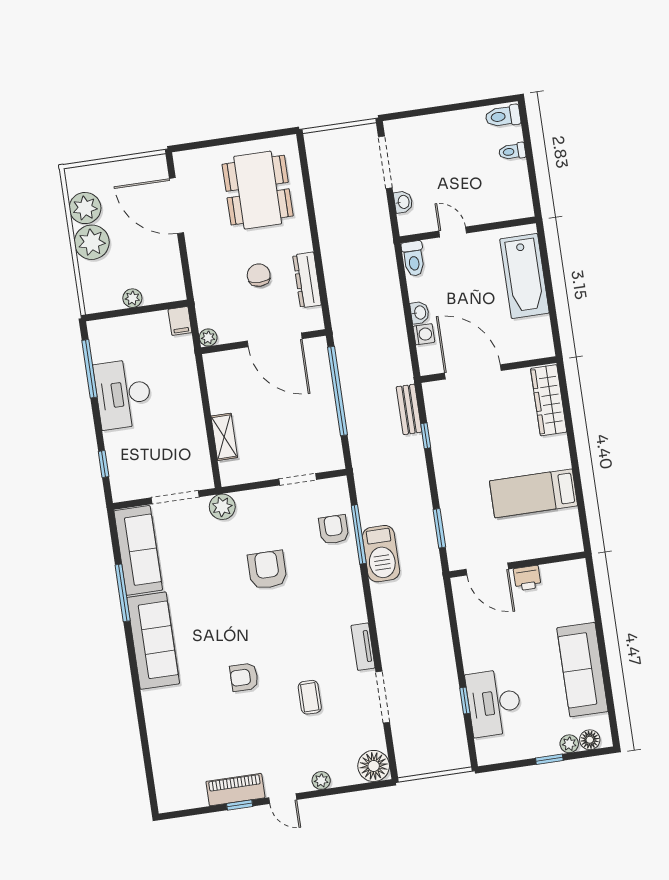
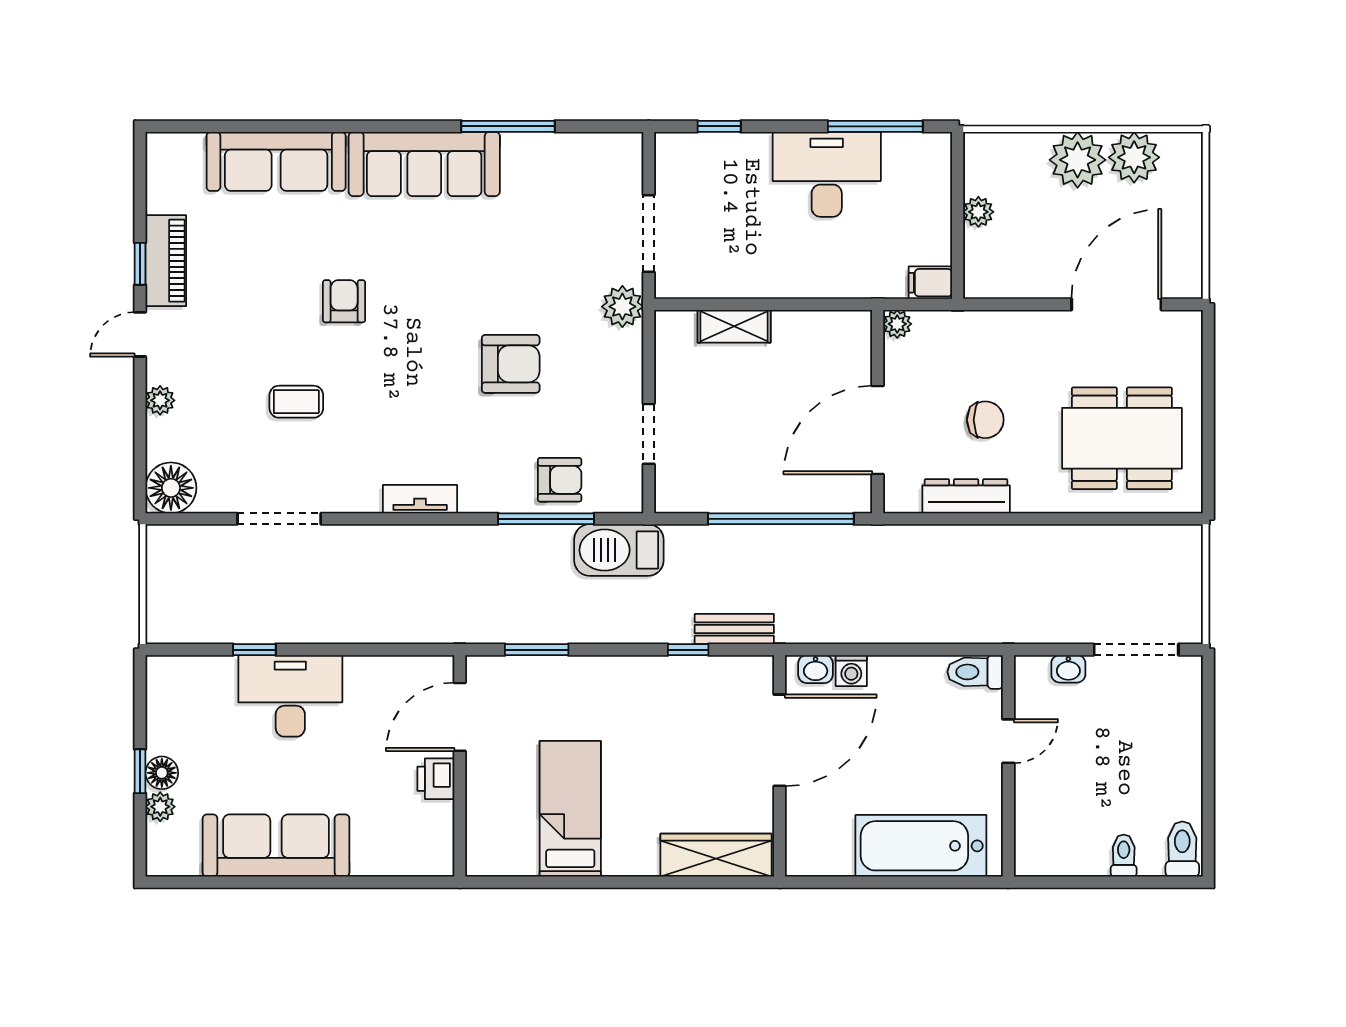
washbasin: (420, 313) -> (816, 669), moved
sofa: (138, 550) -> (276, 161), moved
barbecue: (381, 554) -> (619, 550), moved
tv unit: (363, 647) -> (420, 499), moved
desk: (494, 703) -> (290, 696), moved
floor lamp: (590, 740) -> (162, 773), moved

